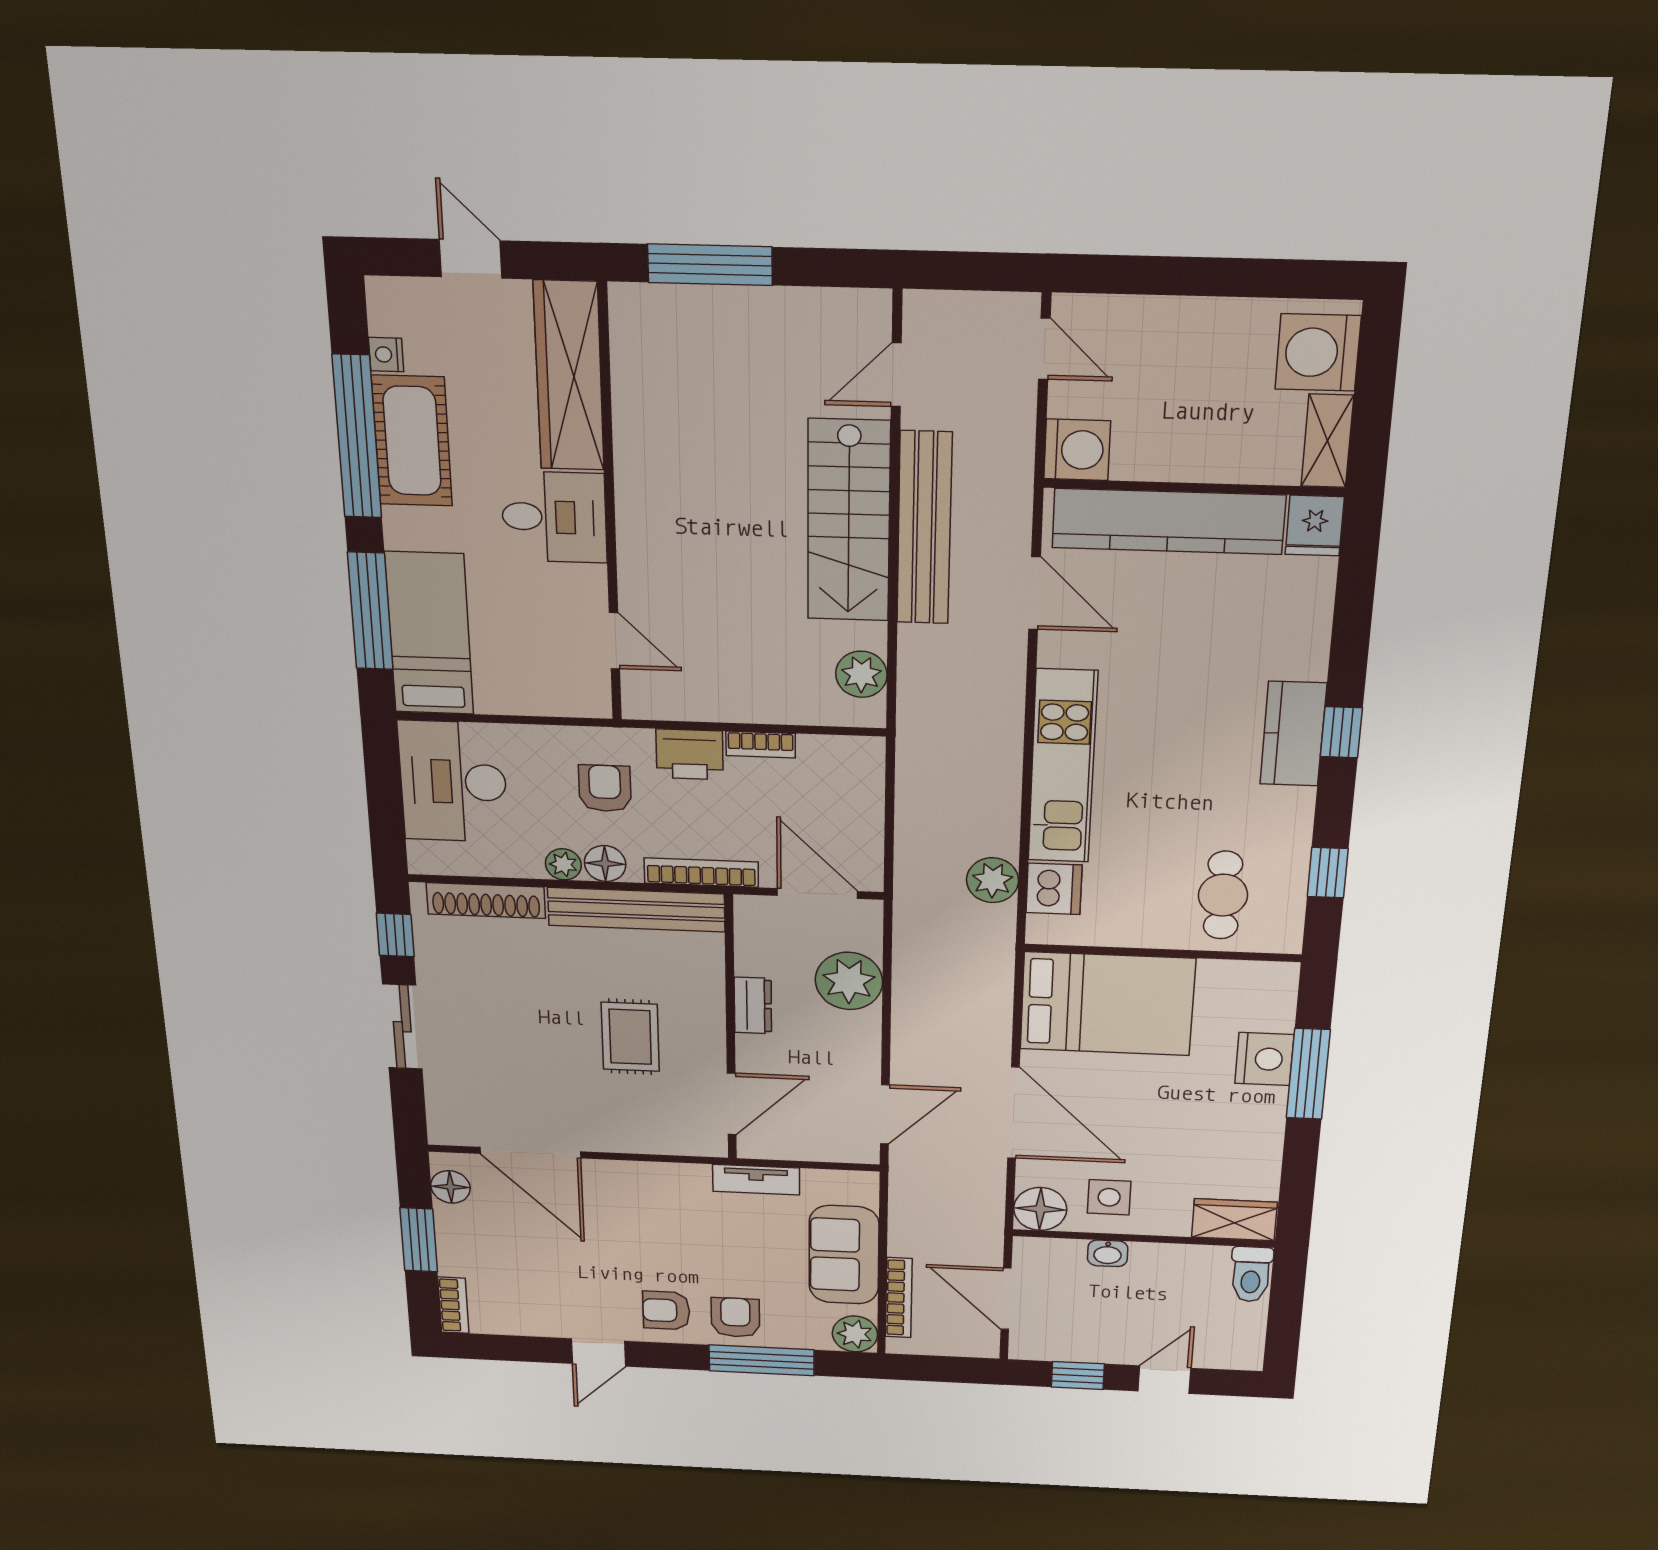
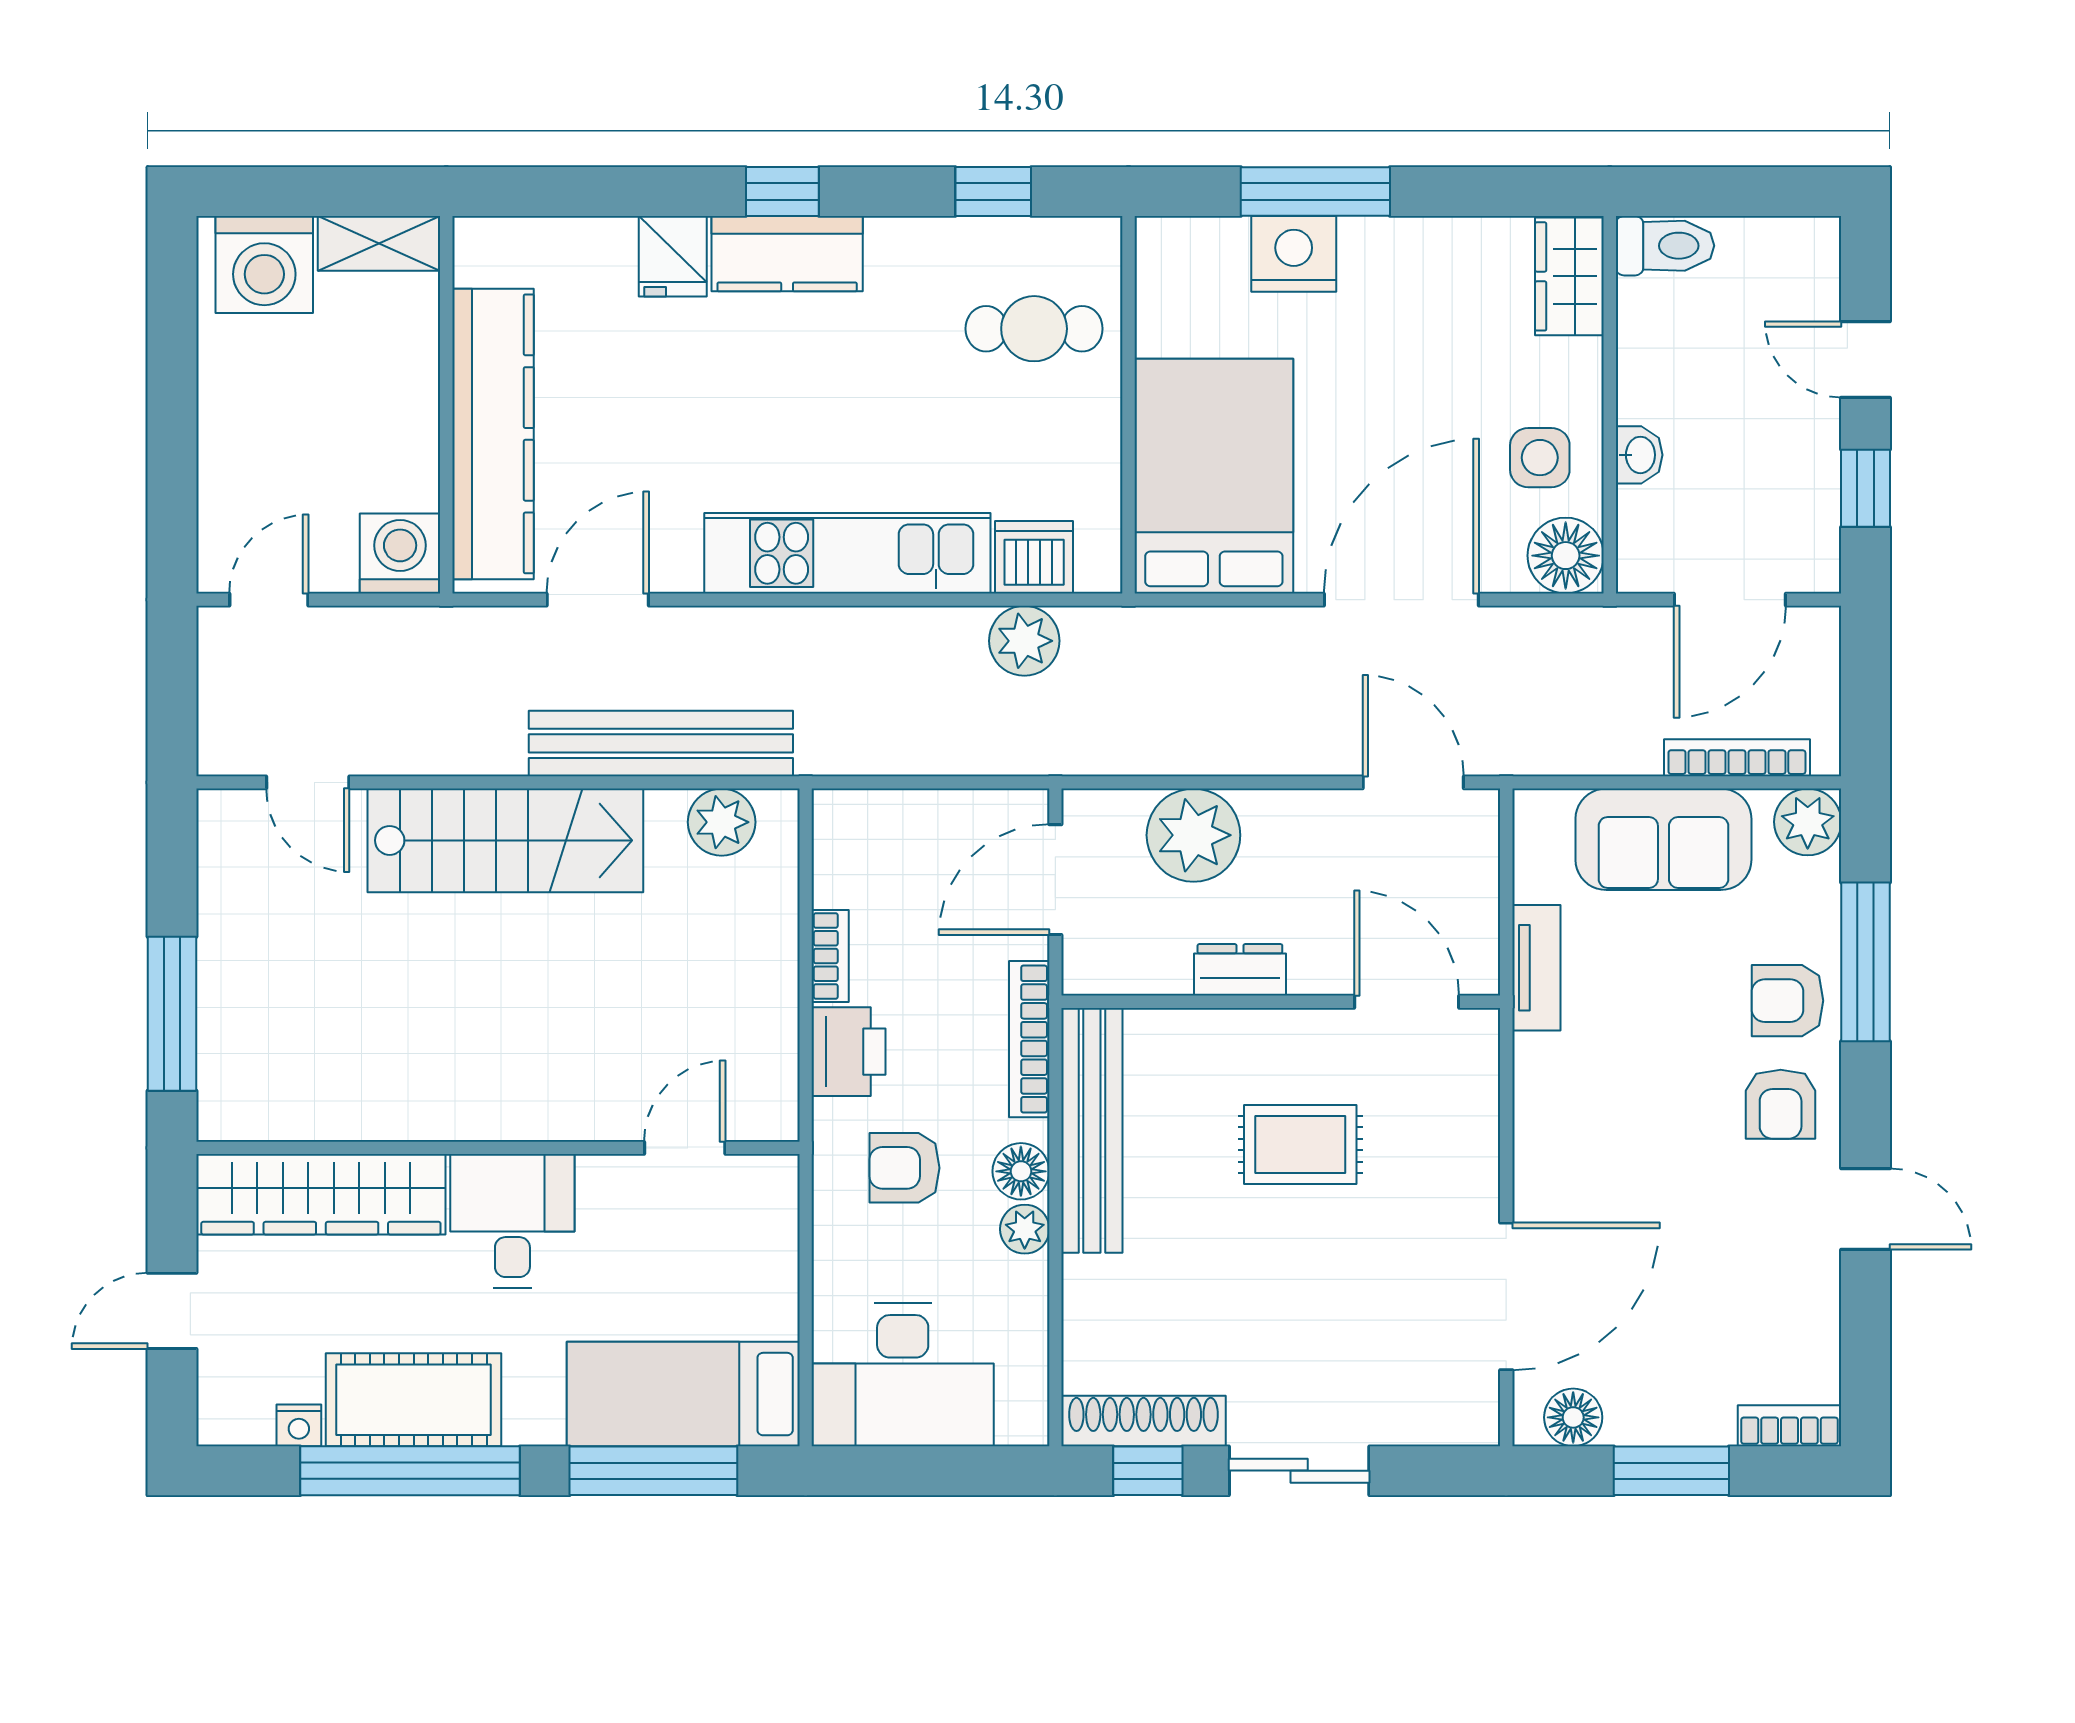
fridge: (1315, 526) -> (673, 256), moved, turned 90
bench: (924, 528) -> (661, 743), moved
shoe rack: (486, 901) -> (1144, 1421), moved, turned -90

